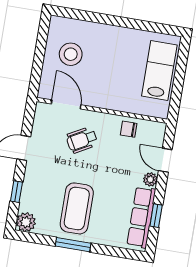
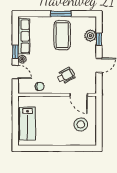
window: (156, 216) -> (15, 52), moved
plant: (26, 222) -> (90, 36), moved

